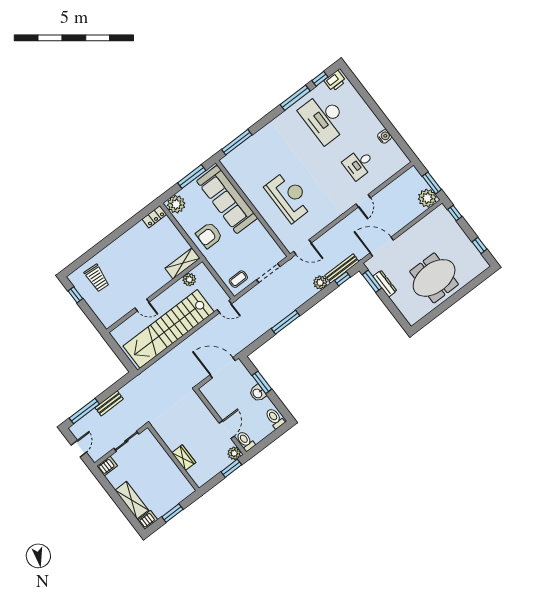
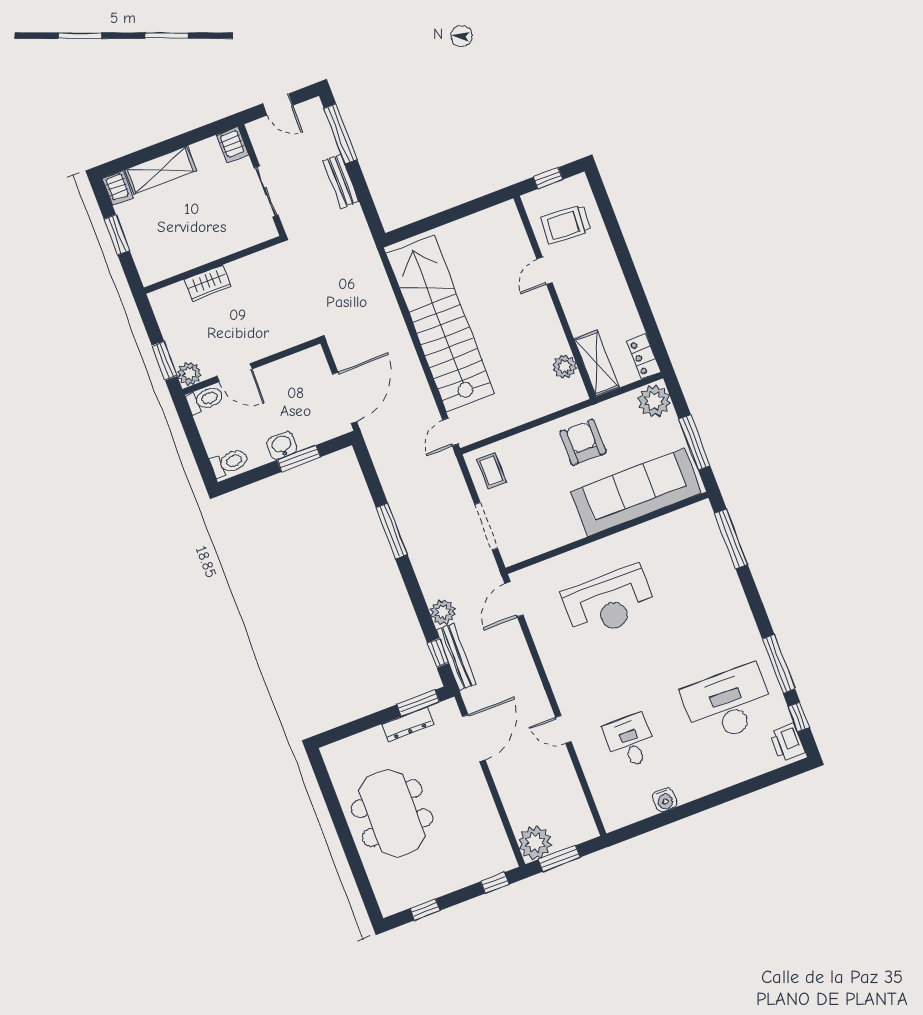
shelving: (182, 263) -> (596, 363), moved
plant: (189, 280) -> (564, 367), moved
wall: (154, 295) -> (555, 297), moved
door: (142, 305) -> (545, 271), moved

